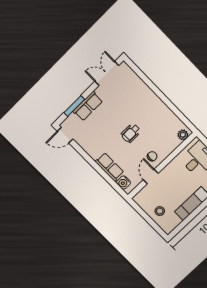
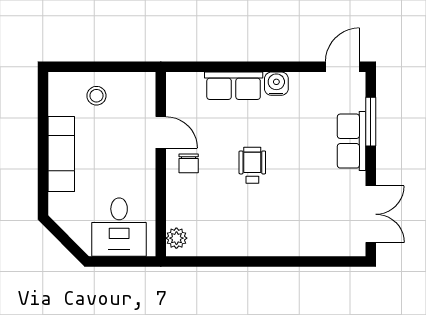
water cooler: (123, 183) -> (276, 84), moved

